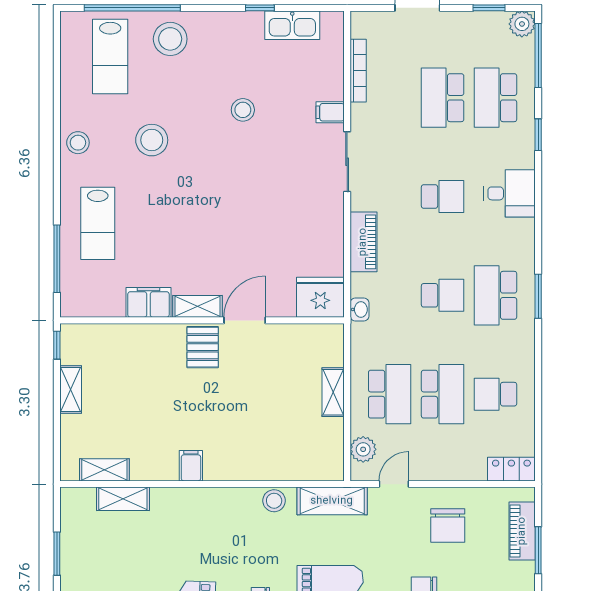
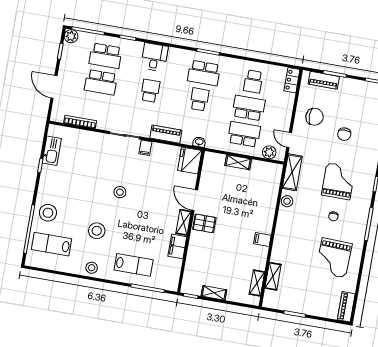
lab bench: (110, 57) -> (52, 244), turned 180
stool: (243, 110) -> (120, 192), moved
filing cabinet: (330, 112) -> (145, 148), moved

